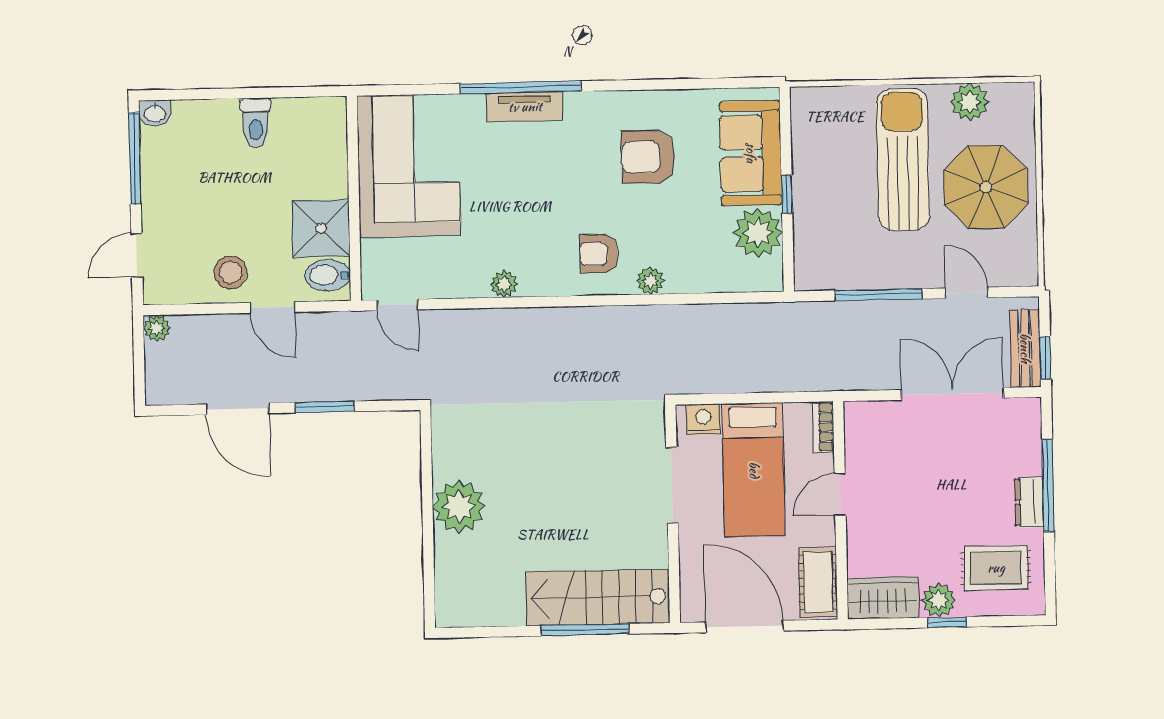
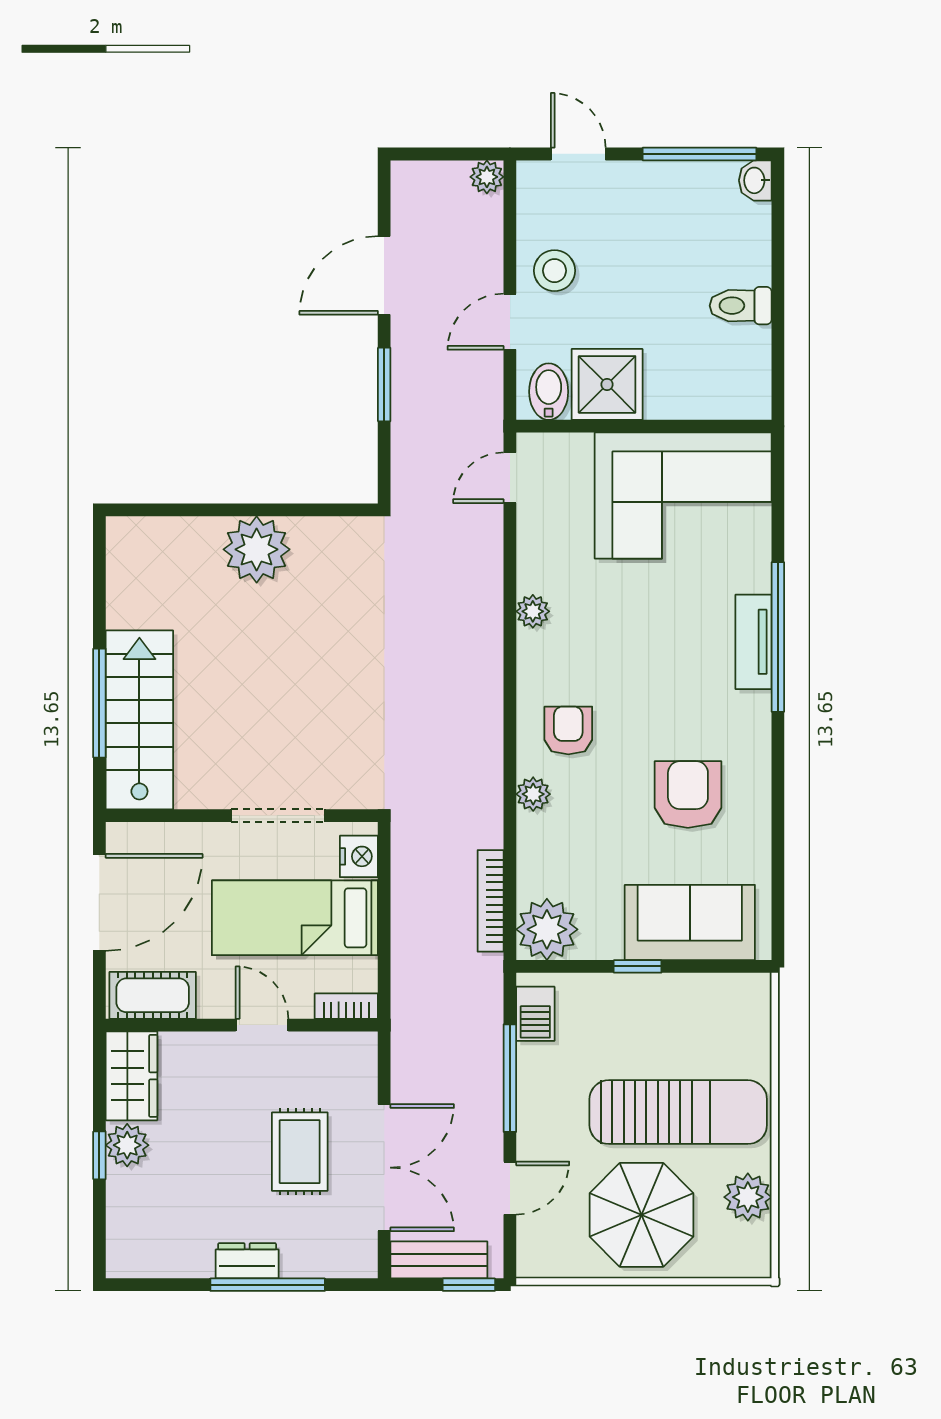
plant: (758, 233) -> (547, 929), moved
barbecue: (826, 275) -> (535, 1014), added
bookcase: (737, 313) -> (491, 901), added
window: (1045, 358) -> (469, 1285), moved
rug: (996, 568) -> (300, 1152), moved

